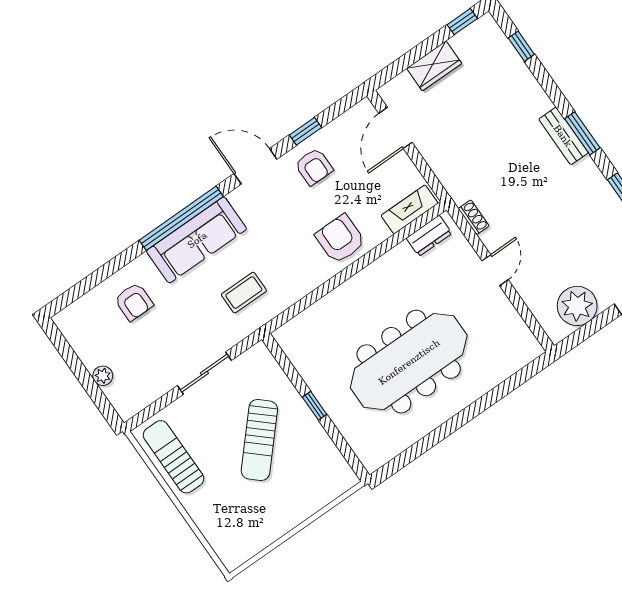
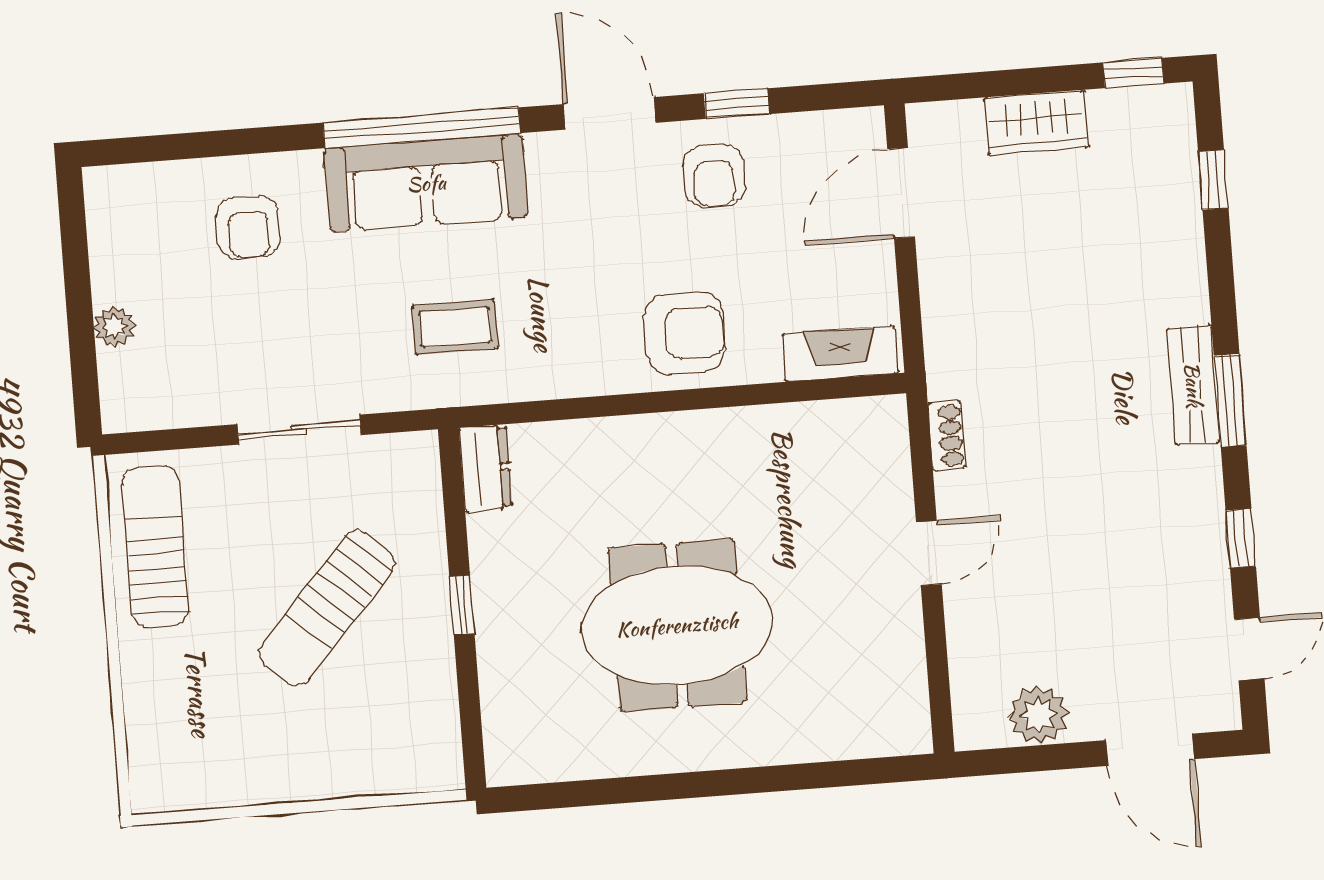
dresser: (429, 236) -> (486, 468), moved, turned -90
armchair: (340, 239) -> (685, 333), turned 90
plant: (577, 306) -> (1039, 715), width x0.73, depth x0.73
meeting table: (409, 362) -> (677, 625), width x0.73

